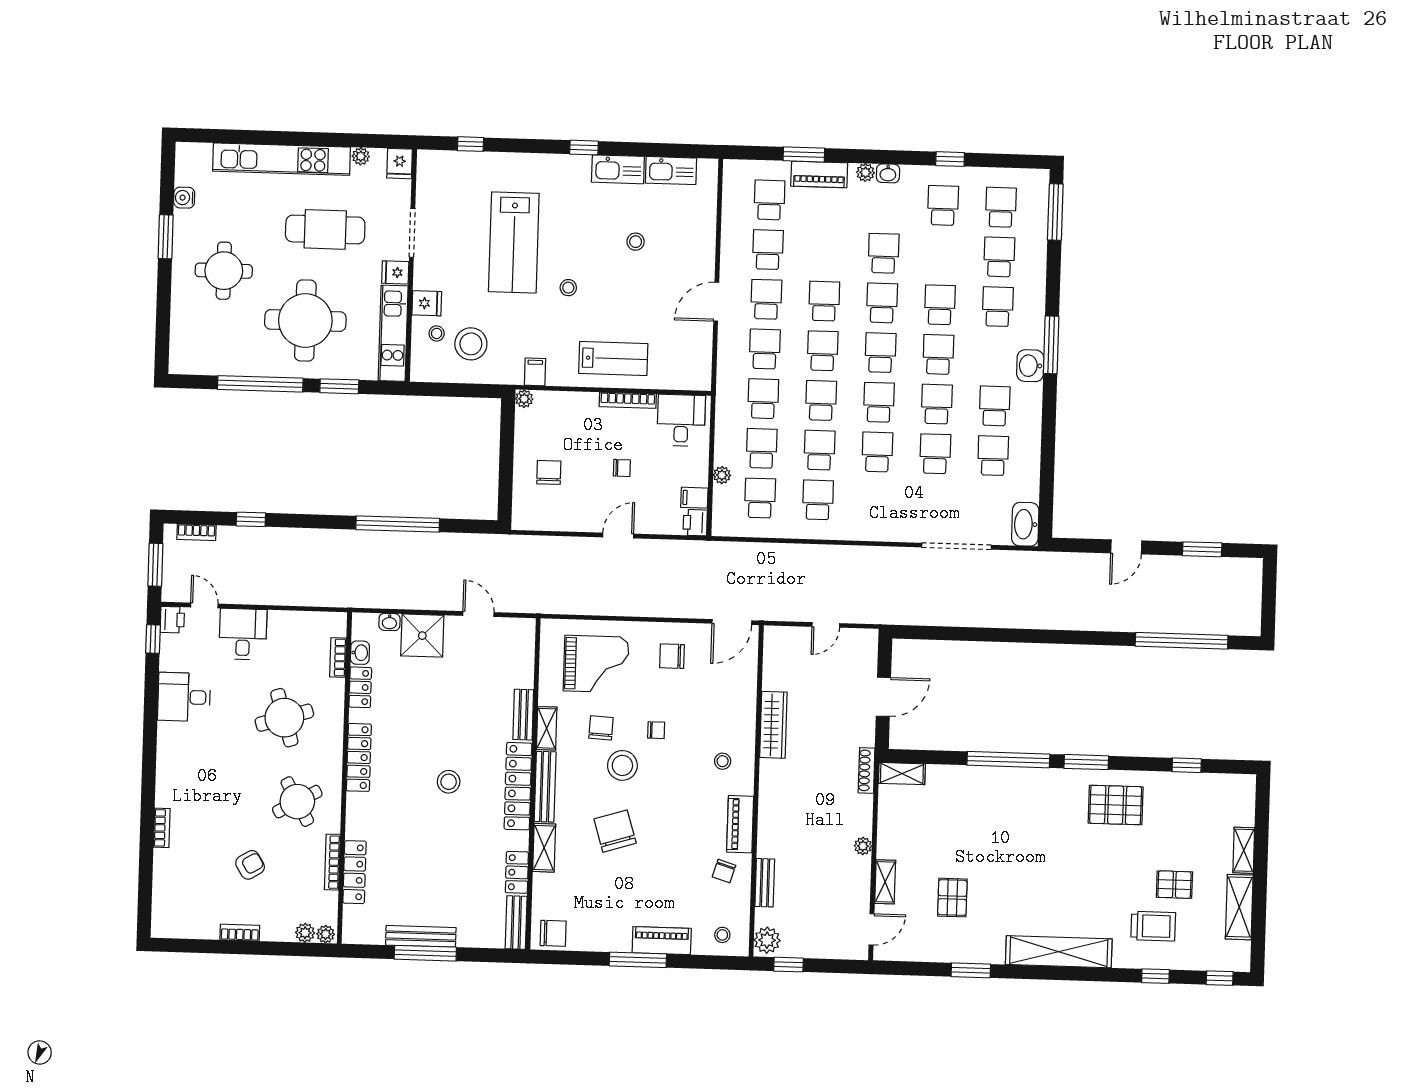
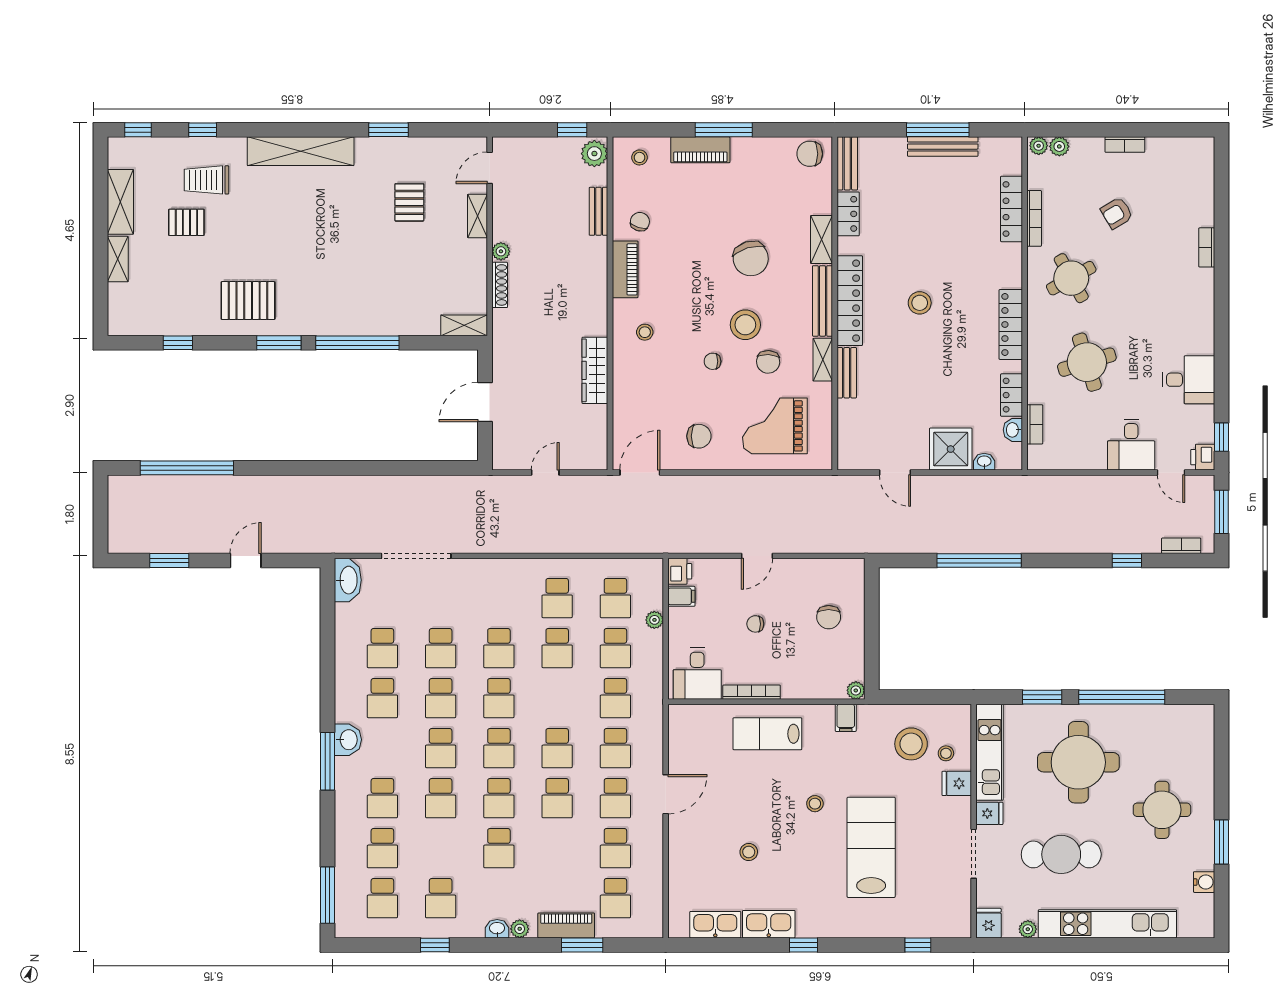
school desk: (821, 400) -> (557, 698), removed
shoe rack: (867, 770) -> (500, 285), moved

